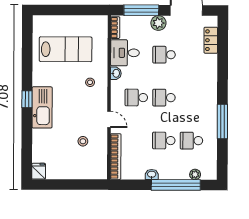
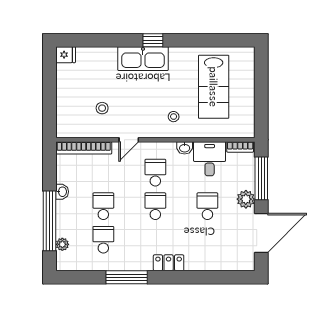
locker: (211, 40) -> (169, 263), moved

